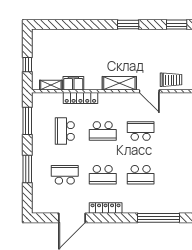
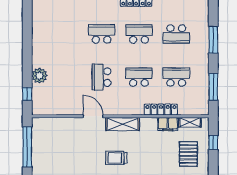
pallet: (53, 53) -> (188, 154), added
trolley: (171, 80) -> (116, 158), moved
school desk: (65, 131) -> (176, 77), turned -90
school desk: (141, 131) -> (102, 77), turned 90

